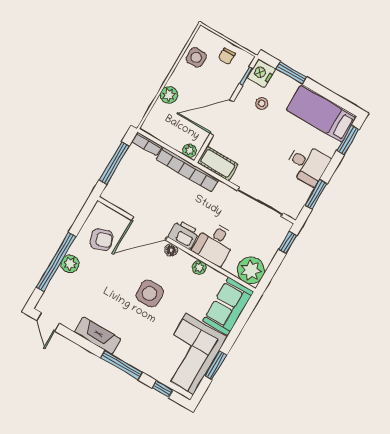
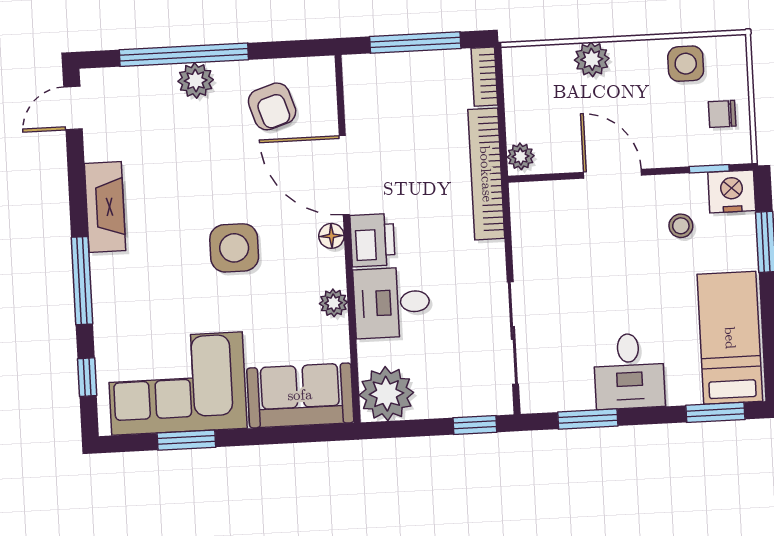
door: (222, 118) -> (613, 174), width x0.73
cot: (218, 163) -> (530, 218), removed

